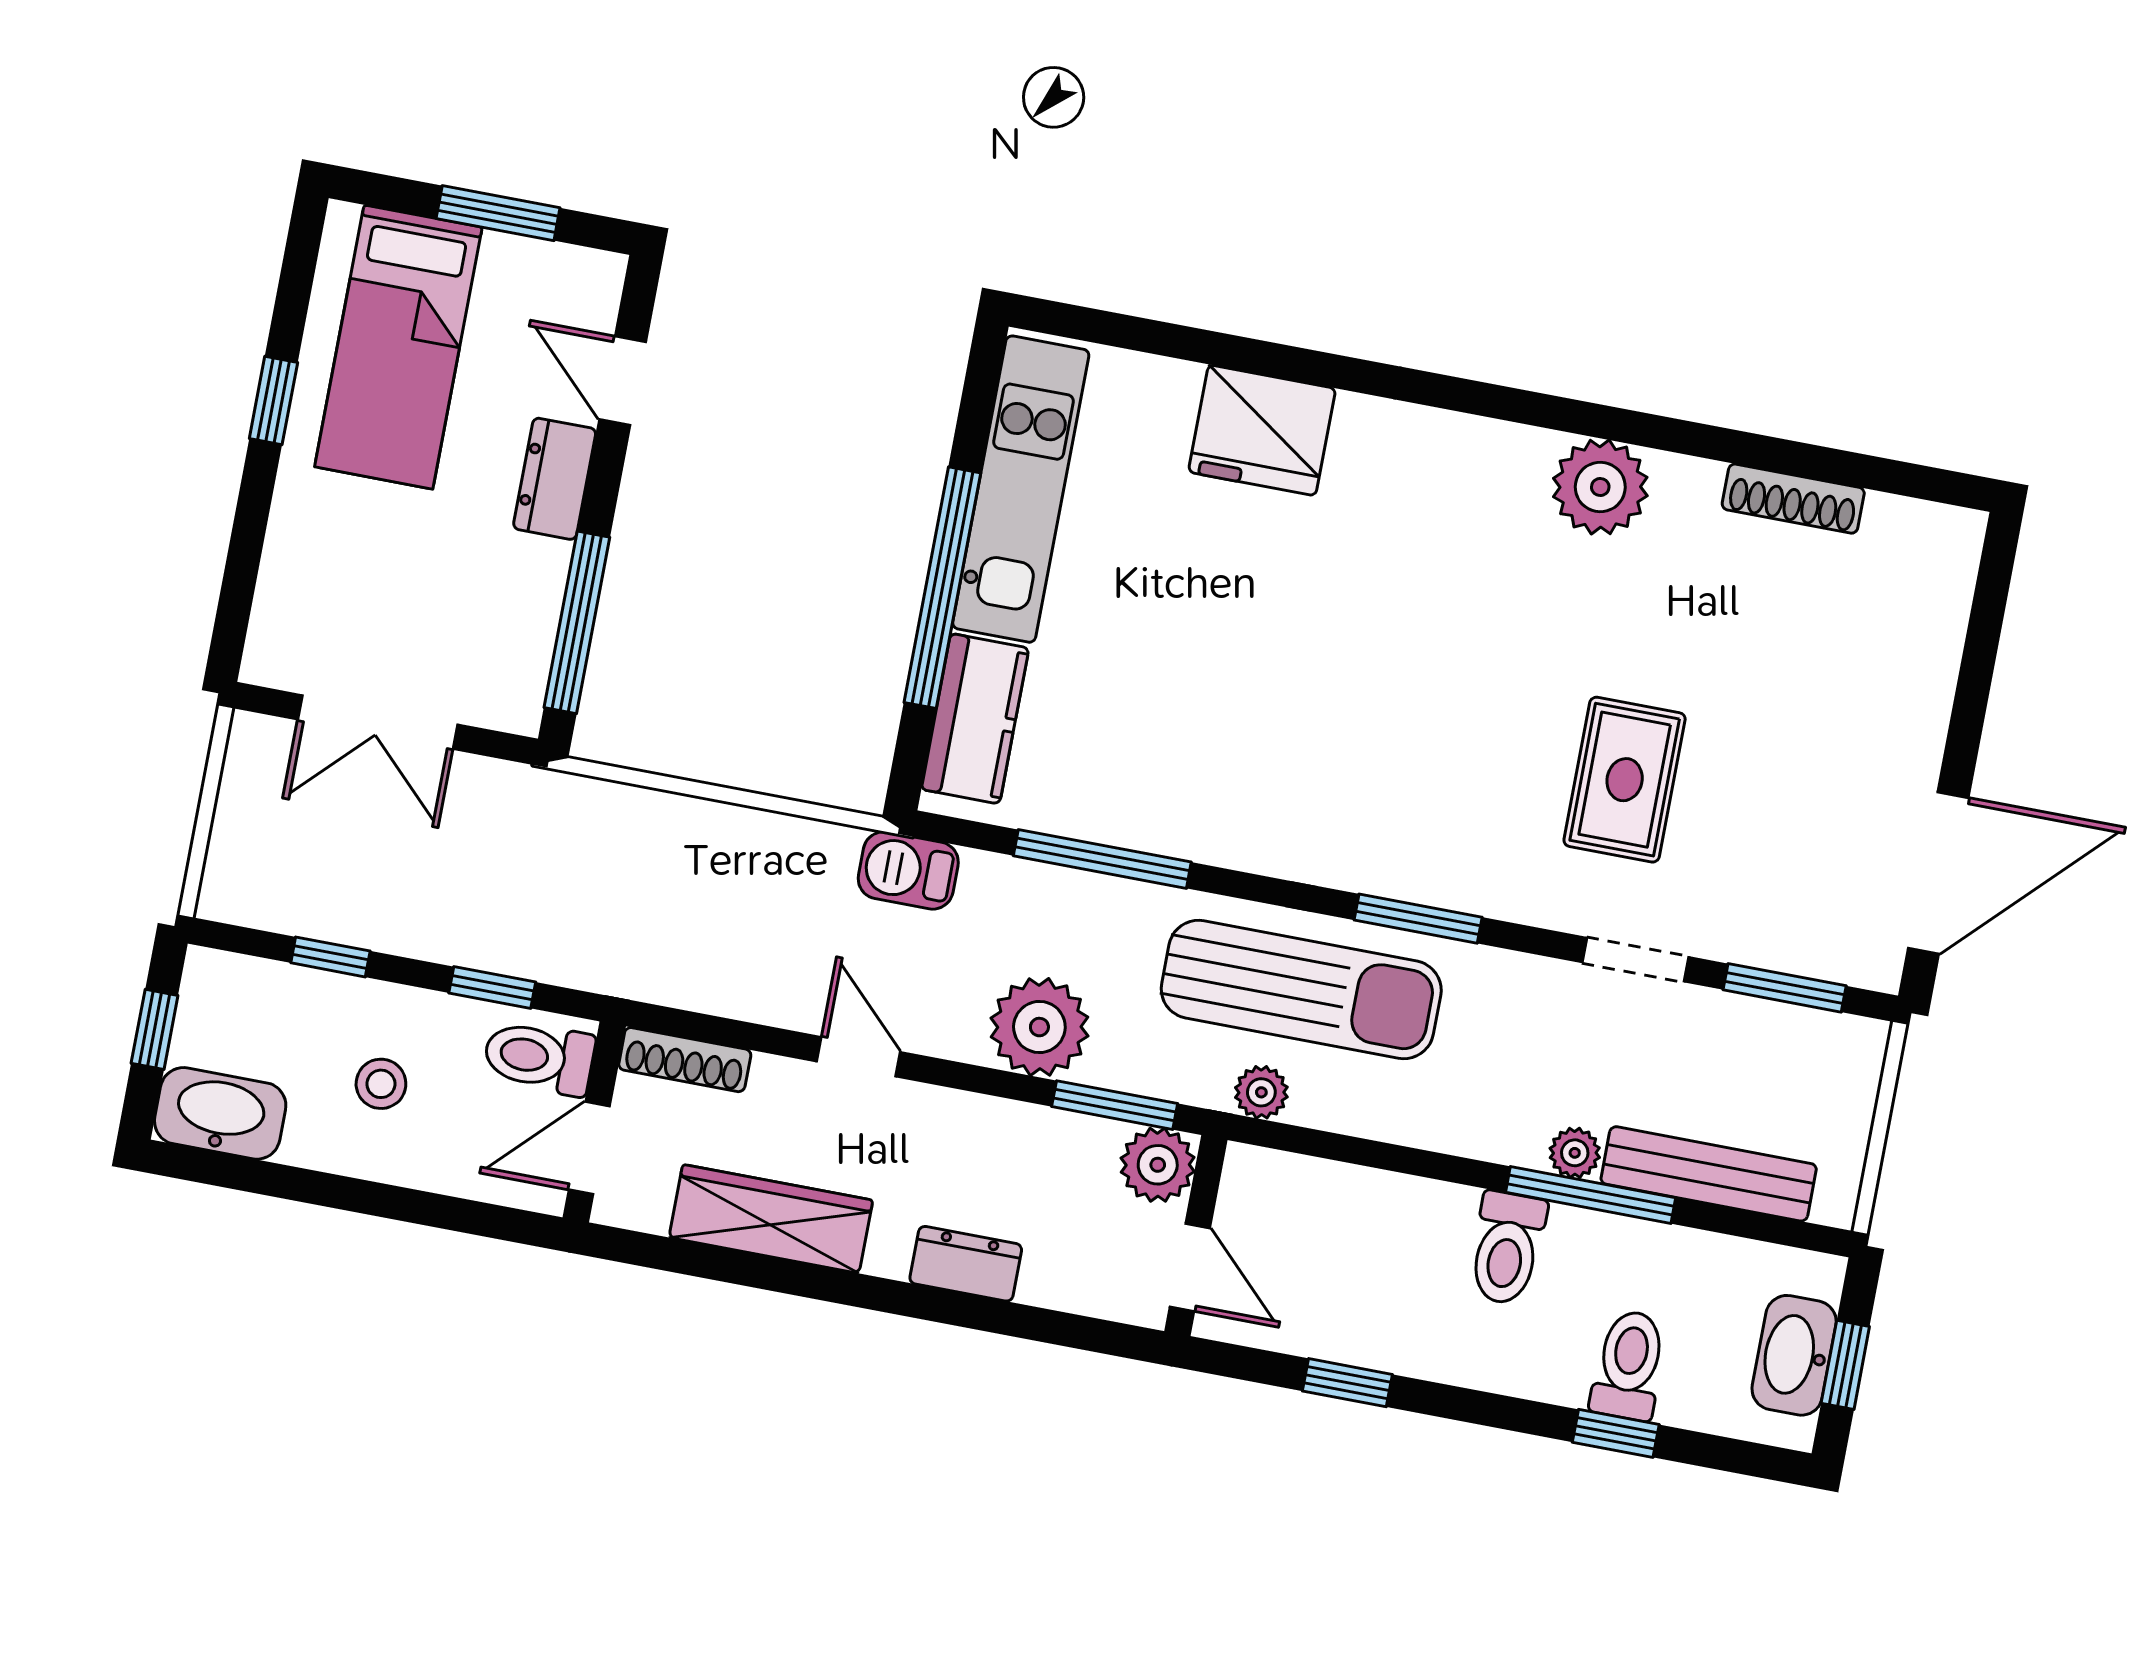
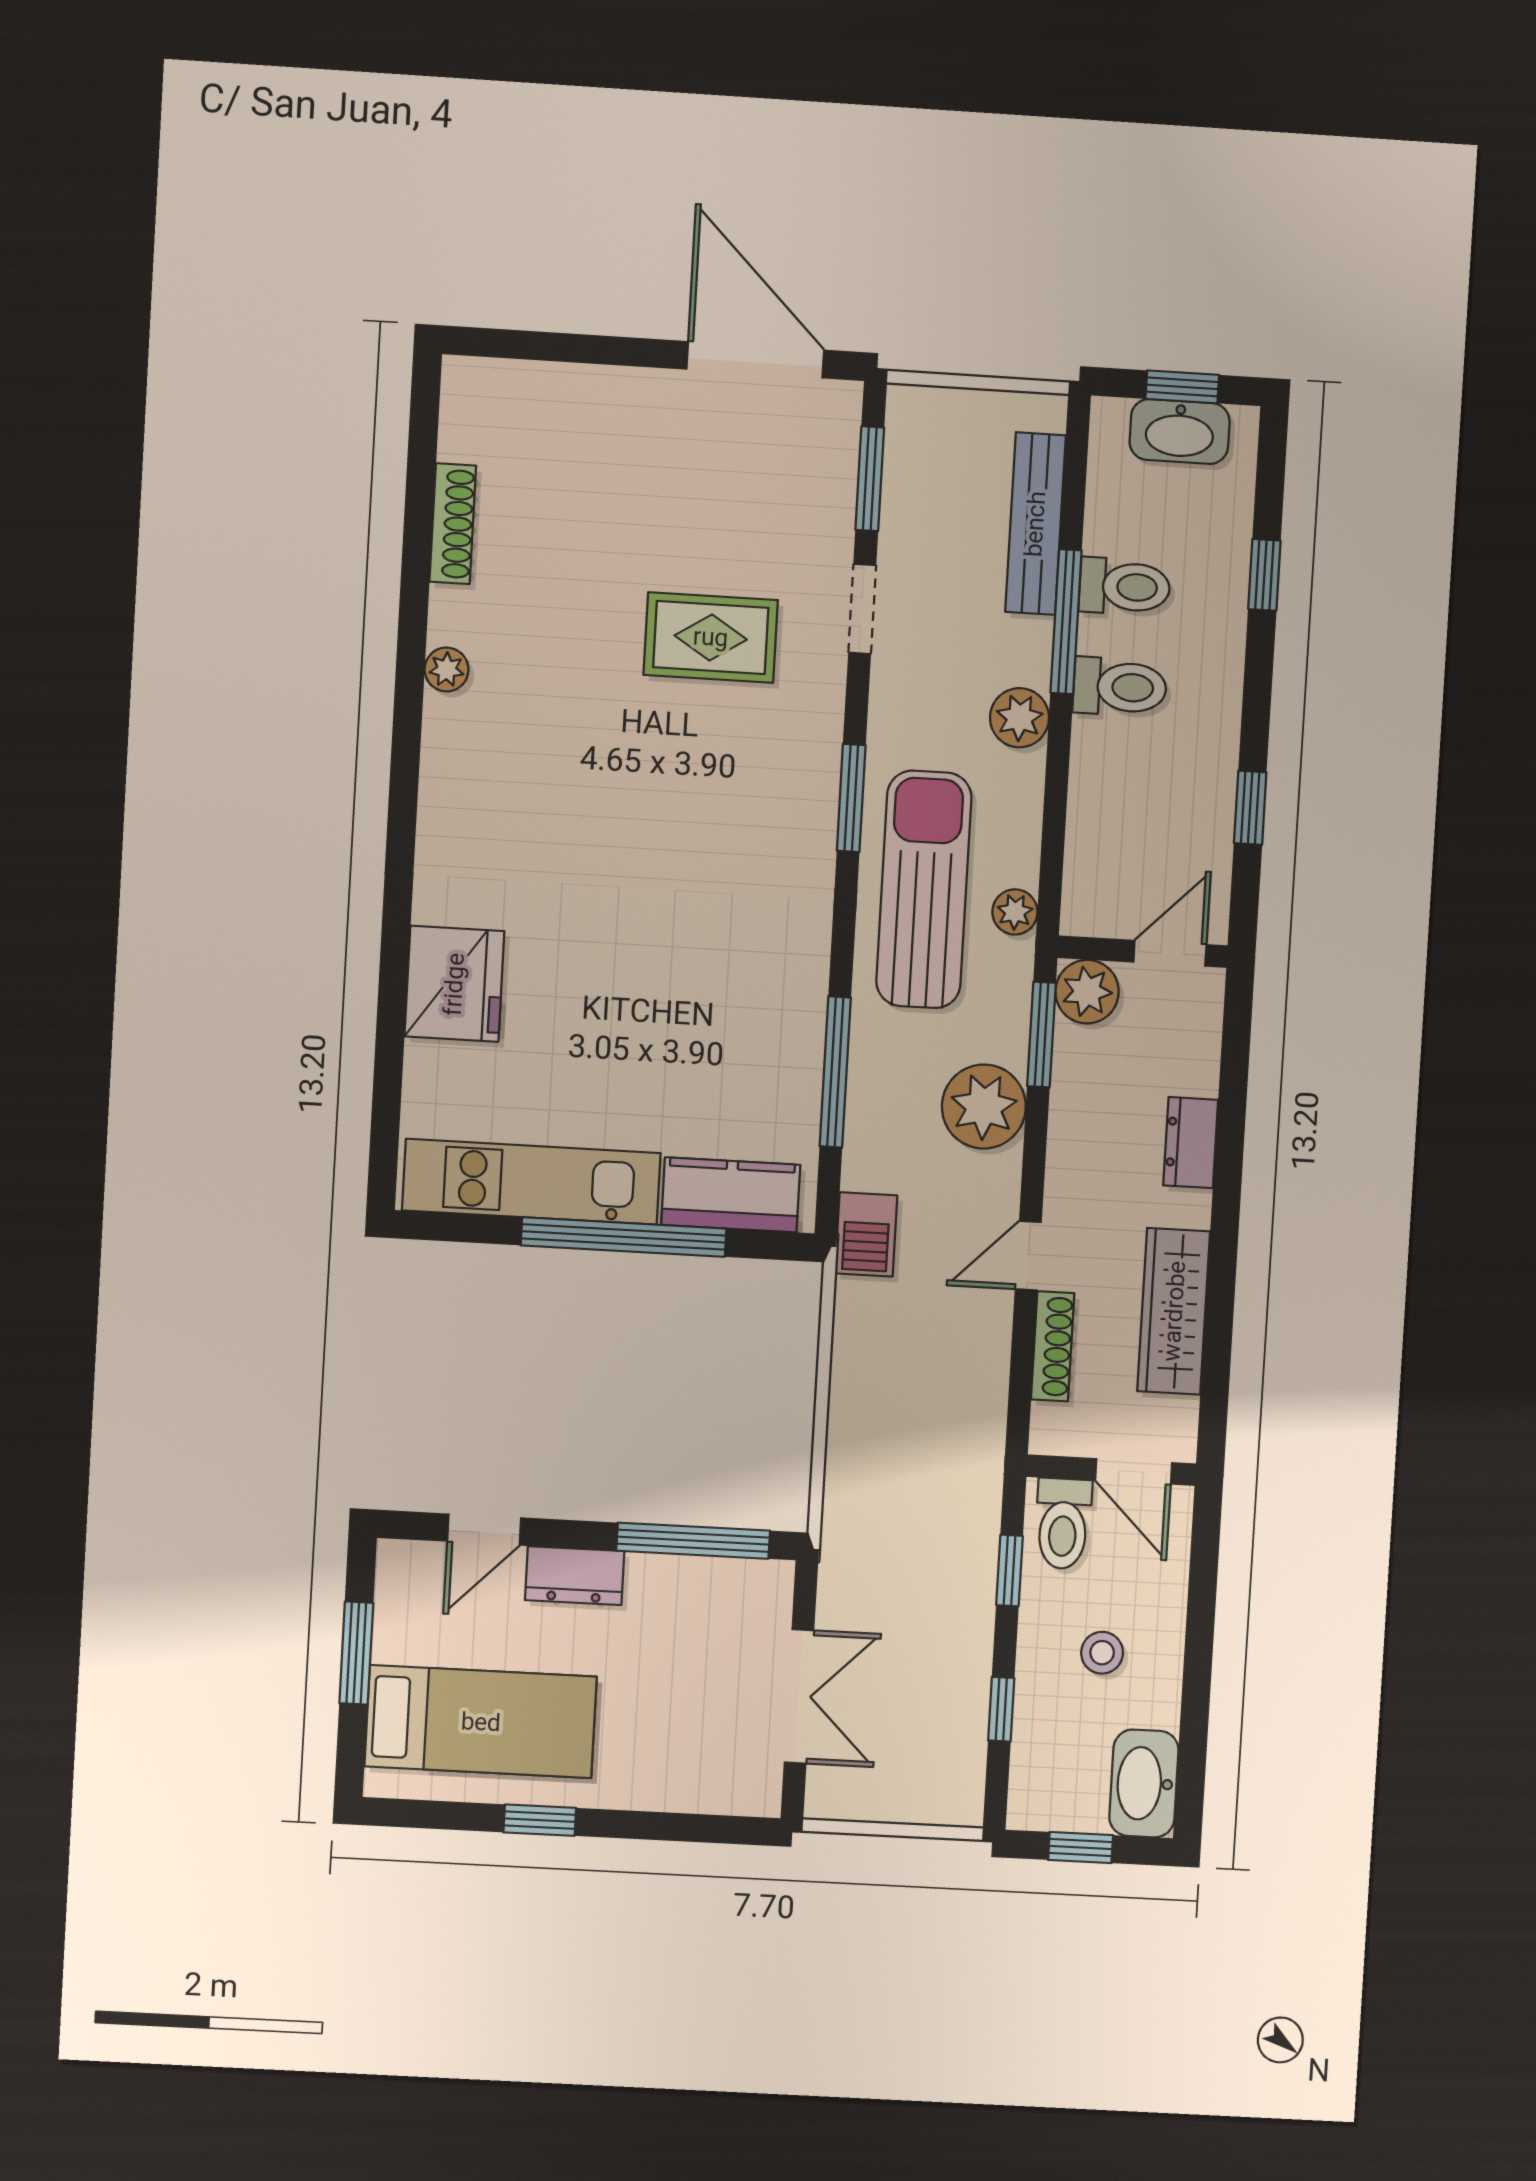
plant: (1600, 487) -> (447, 669), width x0.53, depth x0.53
shoe rack: (685, 1060) -> (1053, 1346), moved
plant: (1575, 1153) -> (1019, 718), moved, width x1.38, depth x1.38
toilet: (1629, 1365) -> (1125, 587), moved, turned 180

